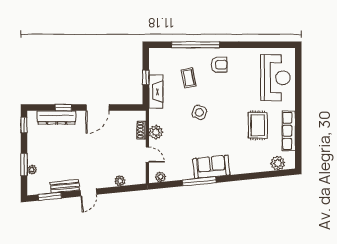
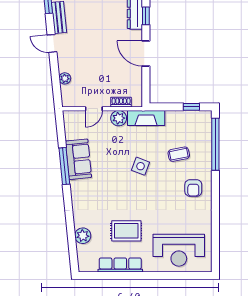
window: (196, 45) -> (215, 144), moved
window: (146, 77) -> (191, 107), moved
fireplace: (156, 92) -> (146, 118), moved
plant: (278, 163) -> (83, 236), moved
sofa: (211, 167) -> (78, 159), moved
plant: (160, 177) -> (69, 123), removed

